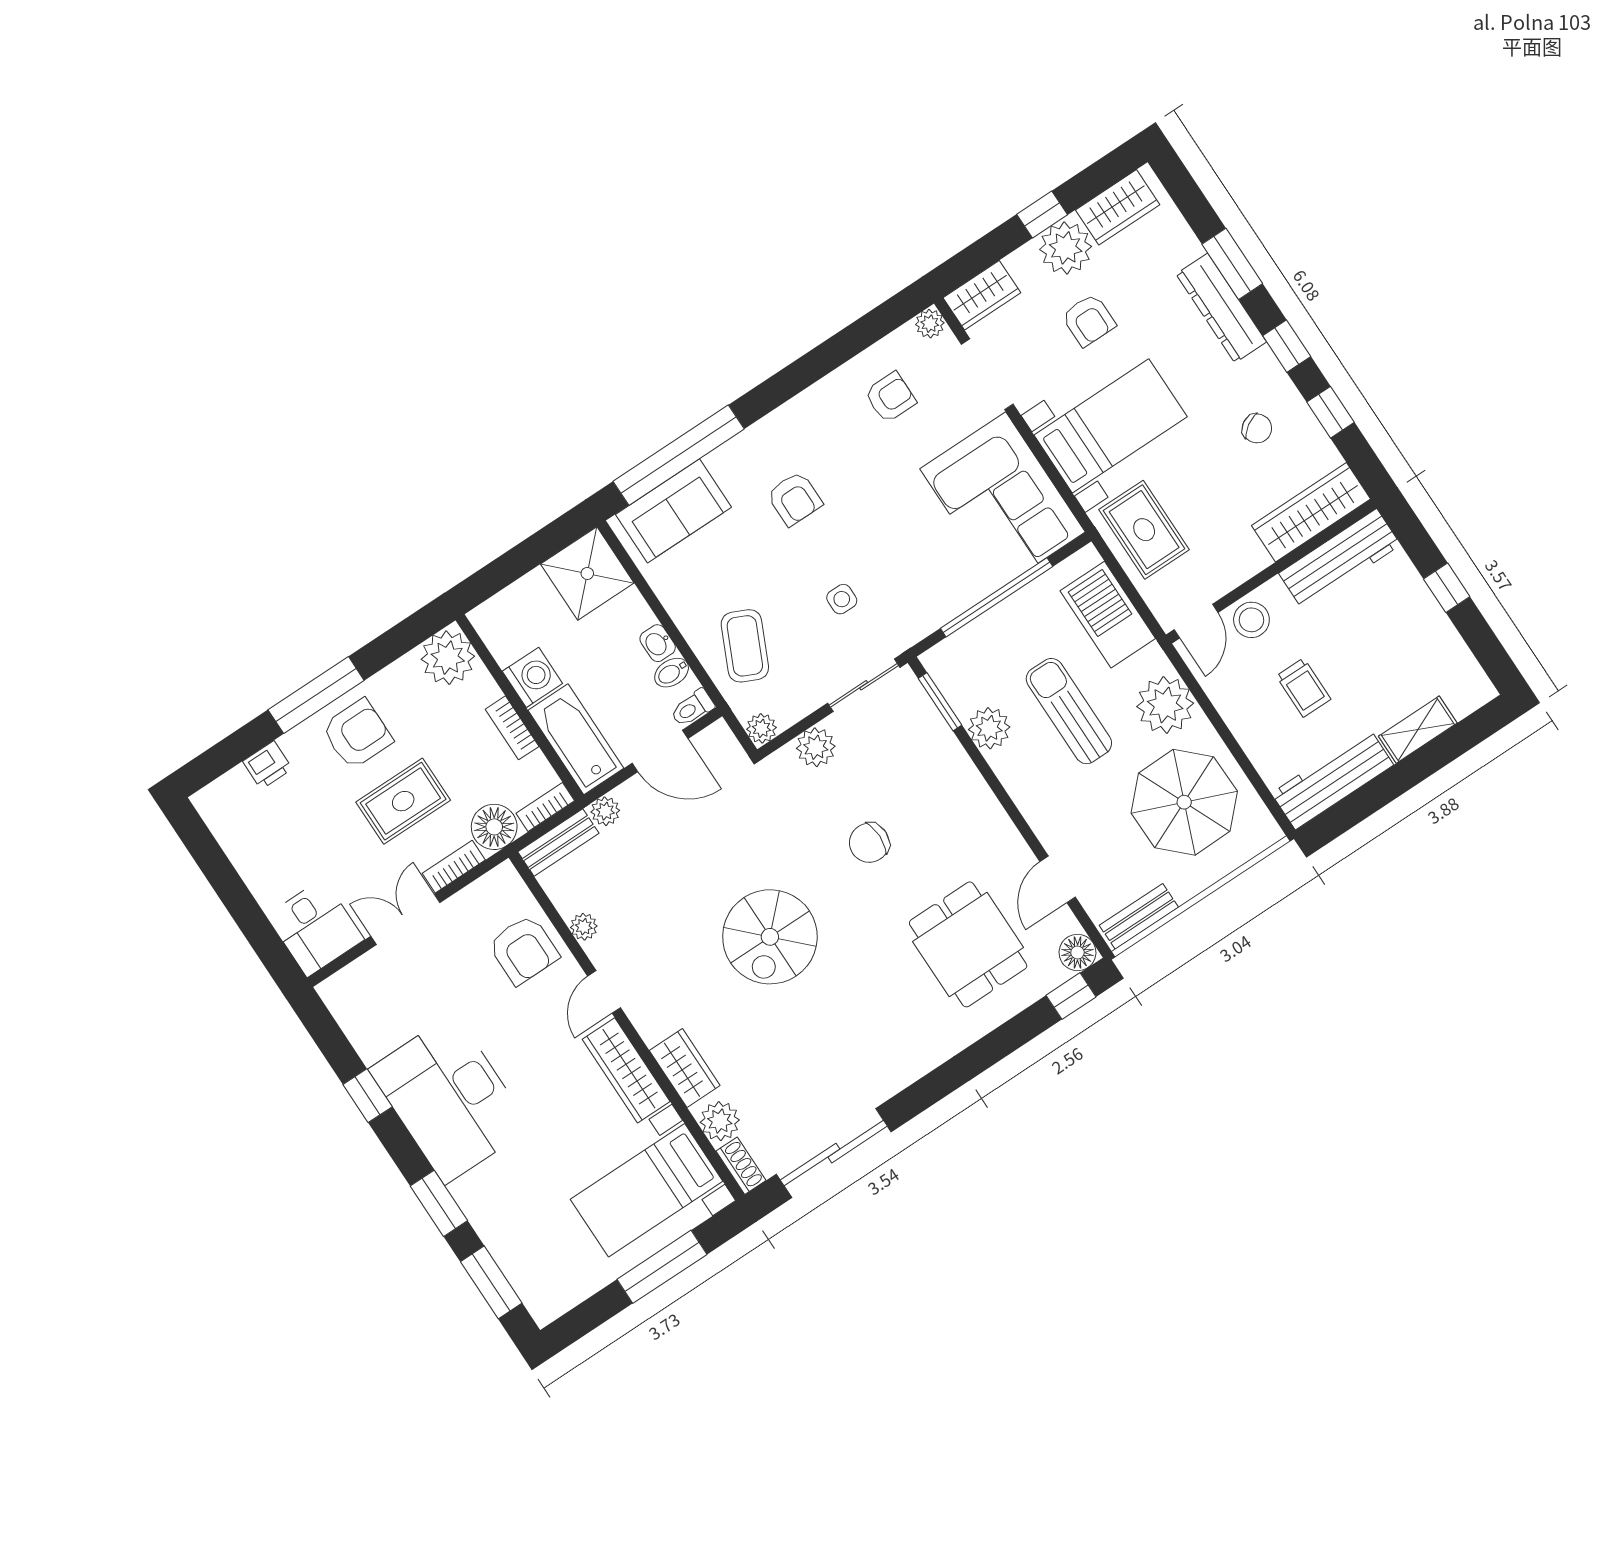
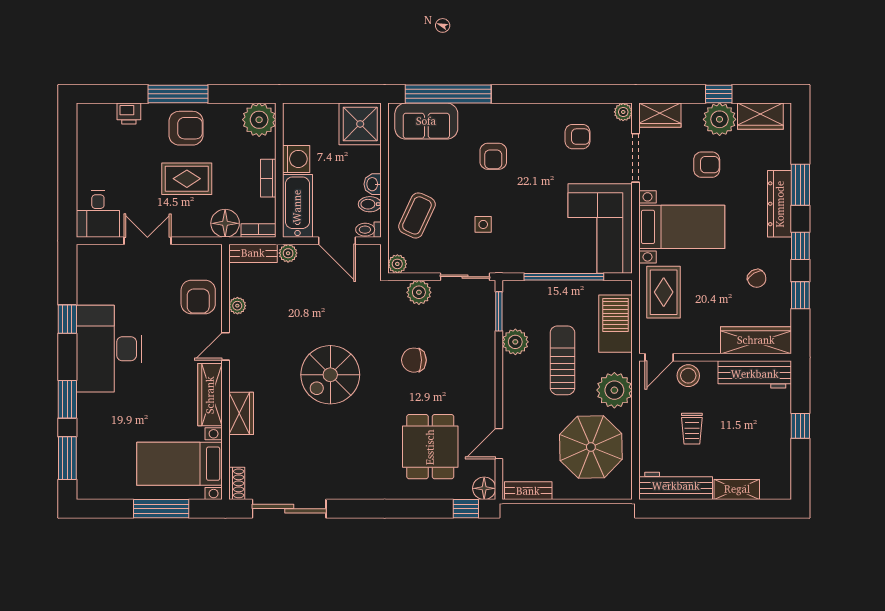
armchair: (1089, 320) -> (707, 165), turned -90
bookcase: (454, 867) -> (191, 230), removed
plant: (720, 1121) -> (241, 453), removed

